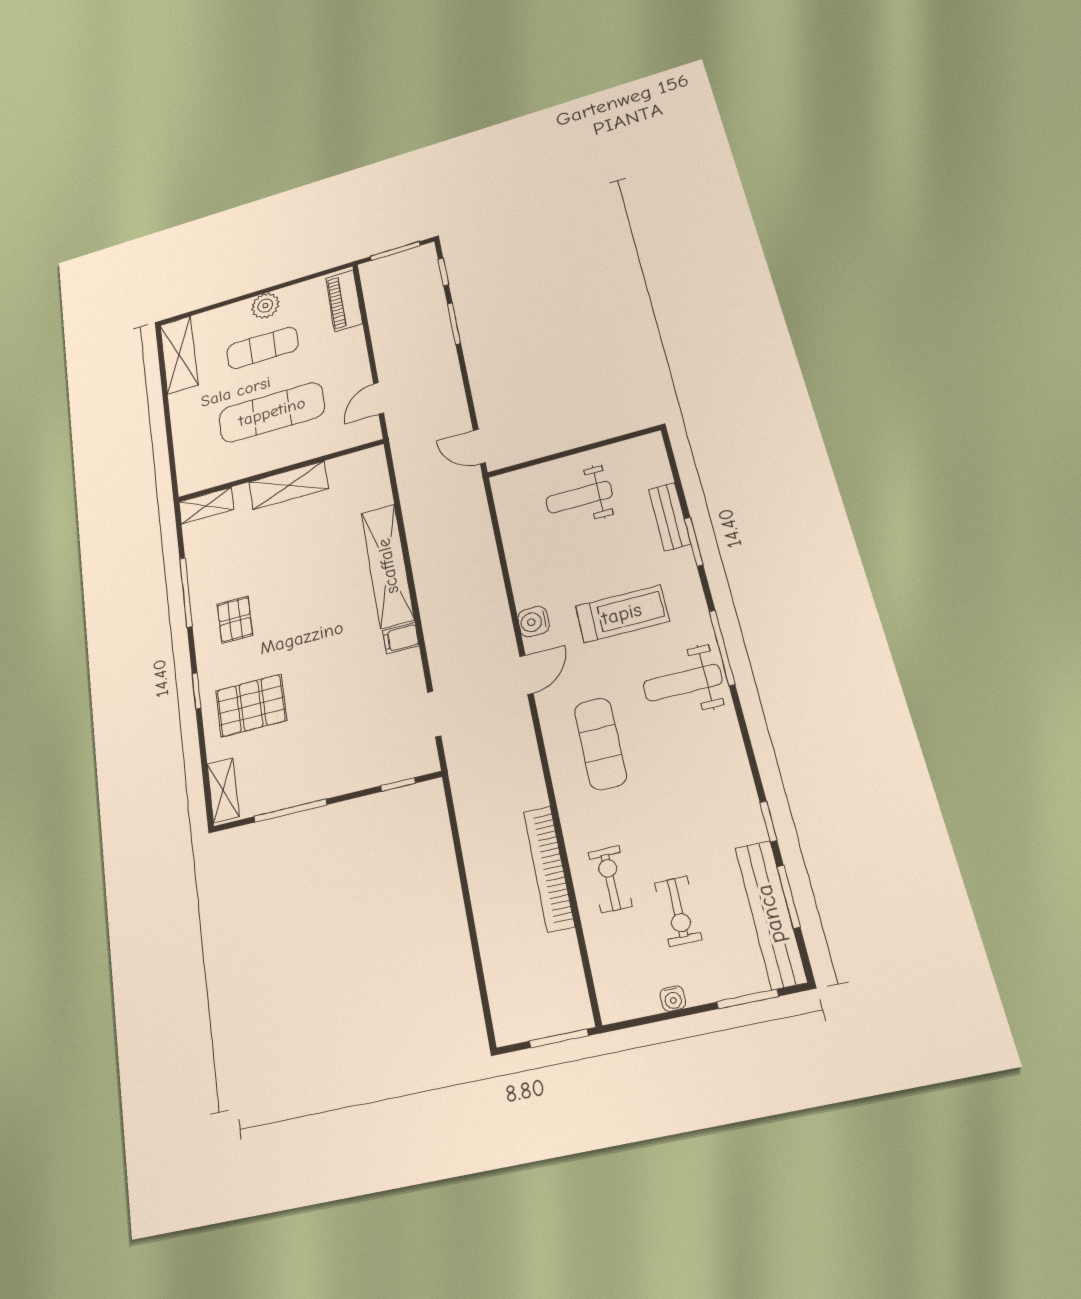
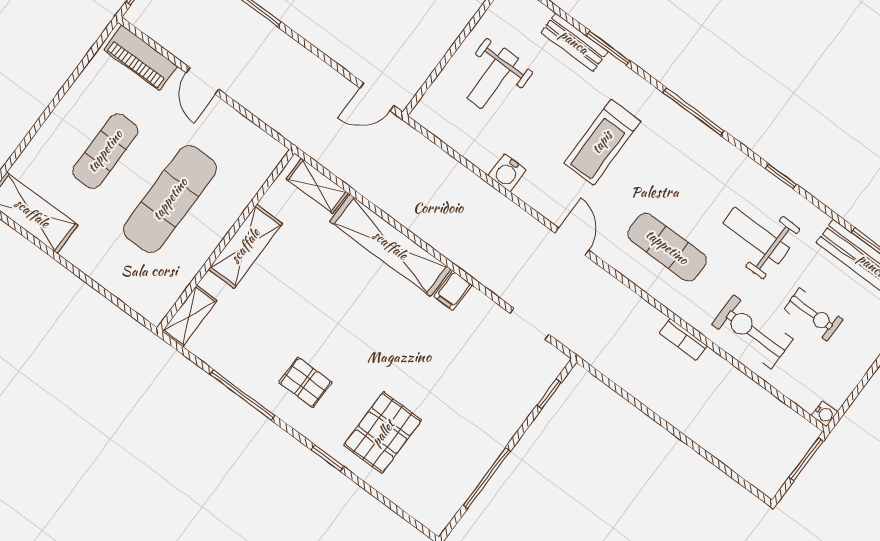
plant: (265, 306) -> (70, 113), removed
door: (379, 398) -> (202, 81), moved
treadmill: (622, 614) -> (602, 142), turned 180
water cooler: (534, 622) -> (507, 173), moved
weight bench: (683, 683) -> (756, 235), moved, turned 90
shelving: (223, 790) -> (317, 186), moved
window: (768, 821) -> (781, 176), moved
bookcase: (549, 869) -> (683, 339), width x0.43, depth x0.76
exercise bike: (610, 879) -> (752, 332), width x1.38, depth x1.39
water cooler: (673, 999) -> (825, 414), moved

